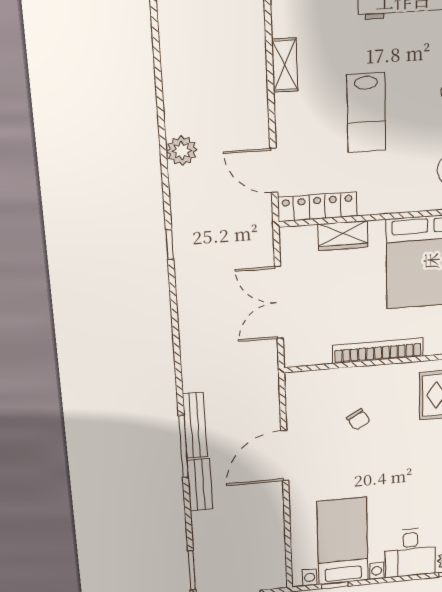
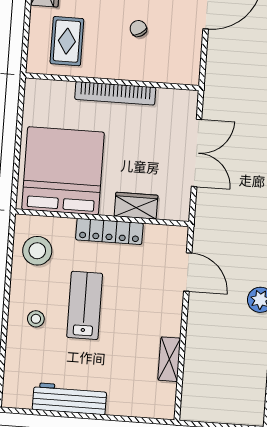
lab bench: (366, 113) -> (85, 305), moved
locker: (317, 207) -> (109, 231), moved

